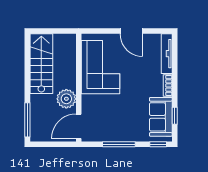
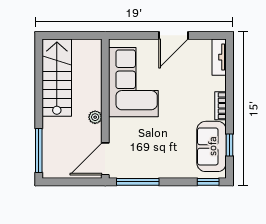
door: (131, 31) -> (173, 35), hinge flipped
tv unit: (167, 54) -> (219, 57), width x0.71
plant: (66, 99) -> (95, 117), width x0.53, depth x0.53
window: (119, 144) -> (138, 182), moved

